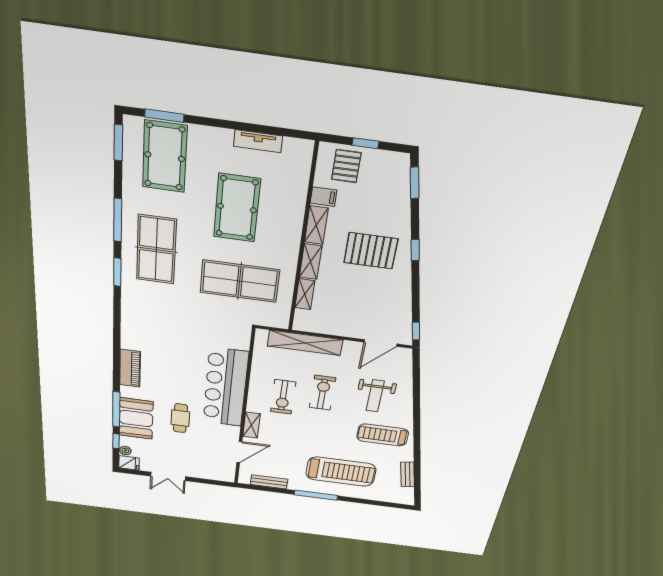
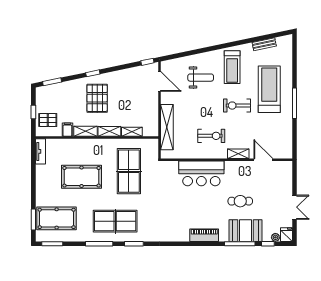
tv unit: (258, 141) -> (41, 151), moved
bar counter: (226, 387) -> (201, 173), width x0.73
exercise bike: (323, 393) -> (237, 106), moved
bench: (269, 482) -> (287, 137), removed

